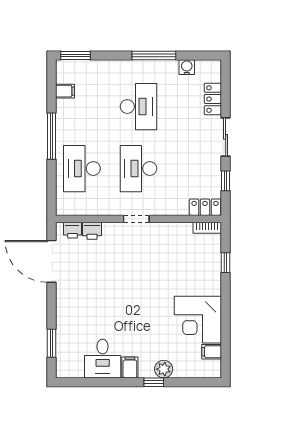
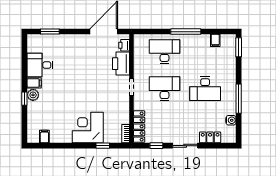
locker: (205, 207) -> (139, 127), width x1.53
printer: (92, 231) -> (121, 64), width x1.87, depth x1.48
corner desk: (198, 320) -> (88, 128), moved
plant: (164, 369) -> (33, 95), moved

